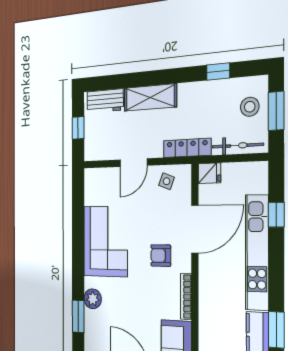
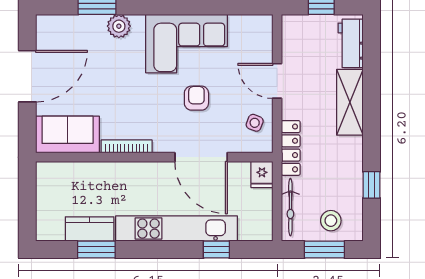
armchair: (161, 256) -> (196, 98), moved

